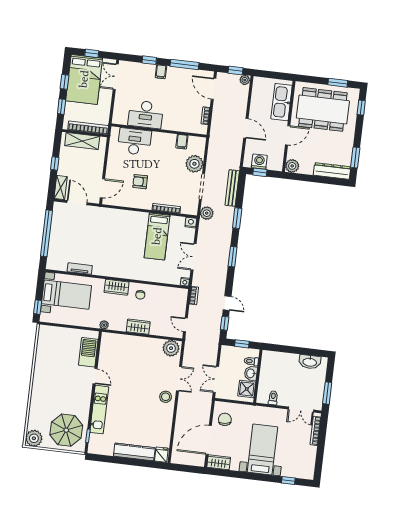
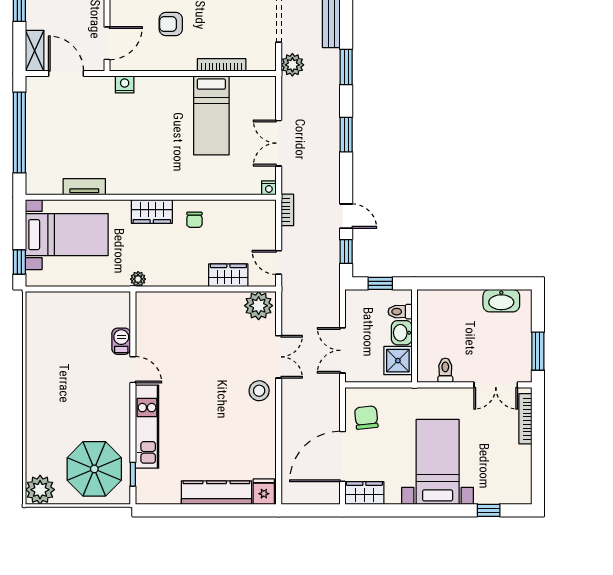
nightstand: (191, 223) -> (125, 84), moved
wardrobe: (138, 327) -> (228, 275), moved
barbecue: (88, 352) -> (121, 341), width x0.53, depth x0.65

